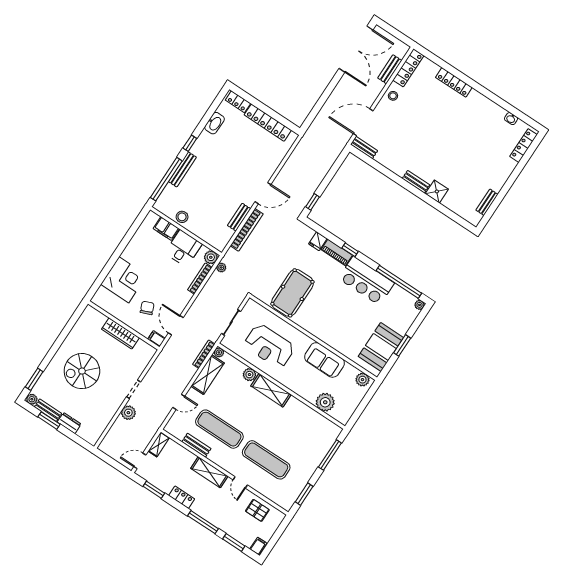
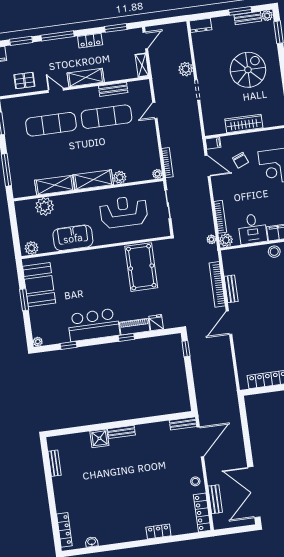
locker: (454, 82) -> (158, 532), width x0.66
window: (399, 282) -> (68, 345), width x0.32
shelving: (208, 375) -> (55, 185), moved, turned 90
dresser: (69, 423) -> (200, 25), moved

